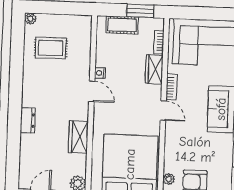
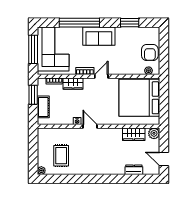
window: (206, 13) -> (33, 49), added
door: (92, 91) -> (90, 126), hinge flipped
dresser: (28, 120) -> (134, 170), moved
wardrobe: (78, 137) -> (134, 134), moved

